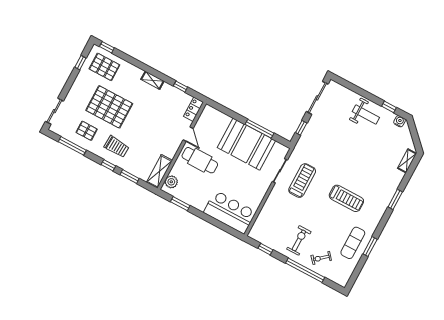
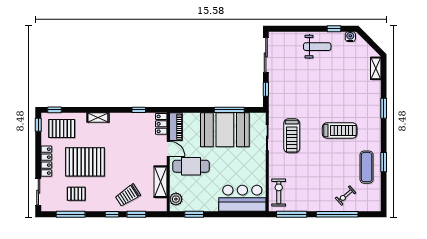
window: (80, 63) -> (38, 125), moved
shelving: (152, 80) -> (98, 118), moved
locker: (76, 88) -> (46, 161), added
piano: (205, 119) -> (176, 127), added
trolley: (117, 147) -> (128, 195), moved, turned 144
shelving: (159, 171) -> (160, 182), moved
treadmill: (302, 181) -> (292, 136), turned 180
exercise bike: (299, 240) -> (279, 193), moved
window: (265, 249) -> (292, 214), width x2.17

